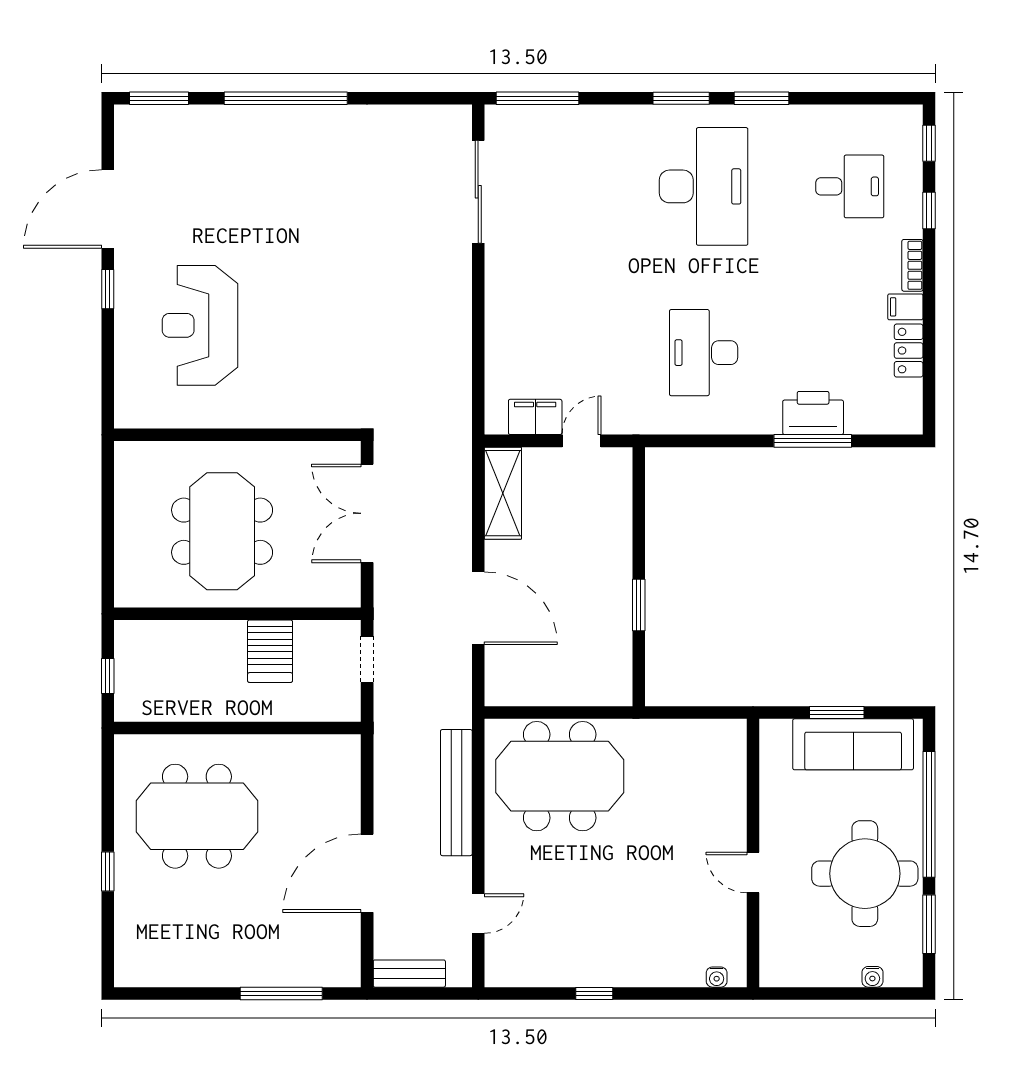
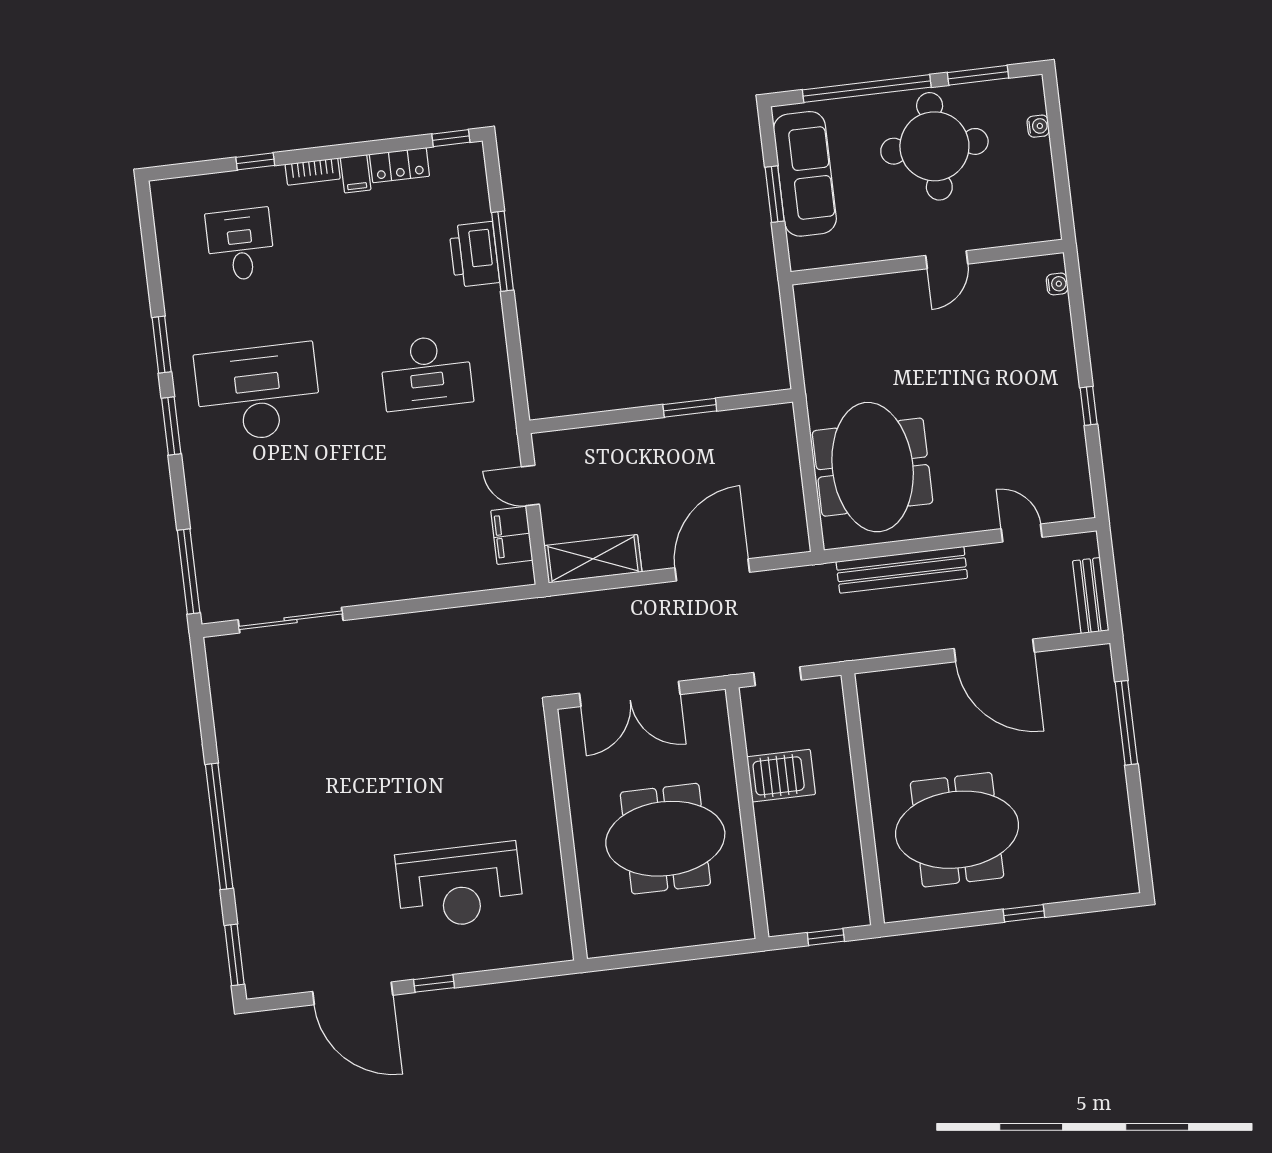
window: (929, 143) -> (451, 138), moved
meeting table: (197, 816) -> (957, 830), turned 90

